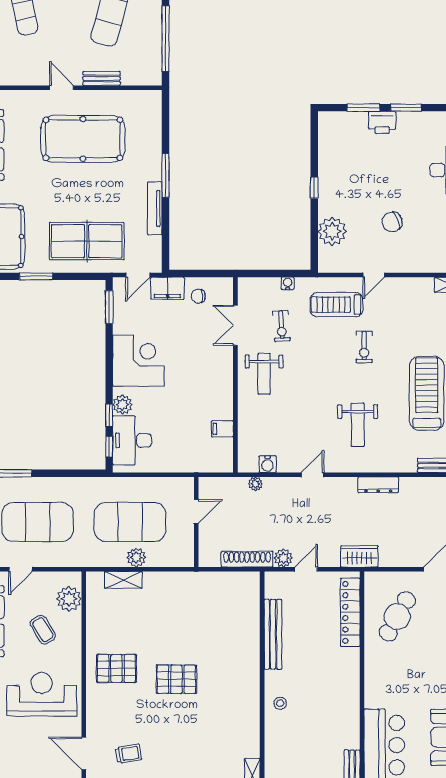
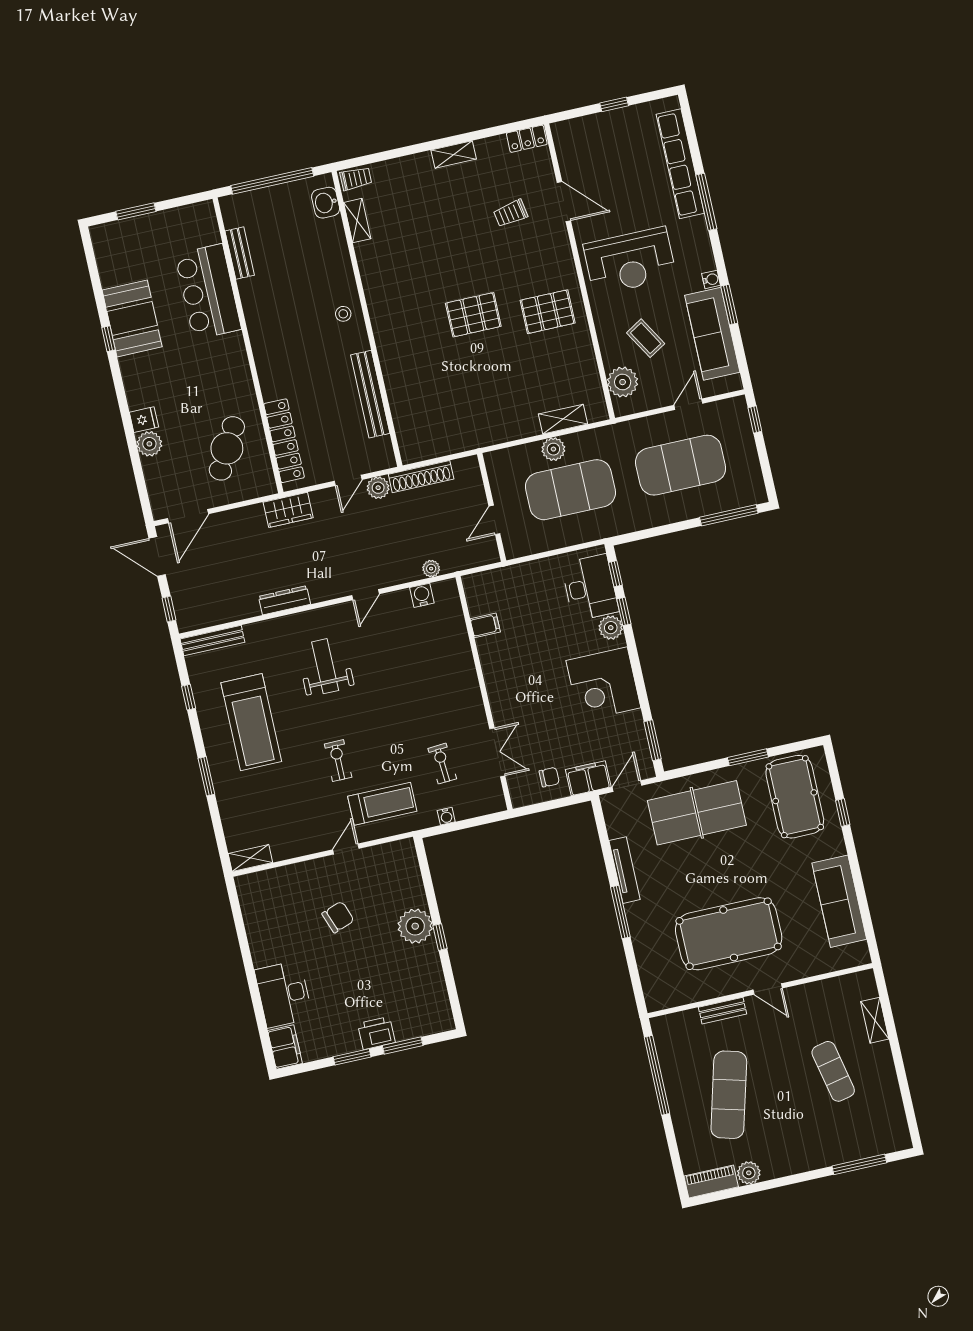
plant: (332, 231) -> (415, 926), moved
weight bench: (264, 374) -> (450, 702), removed

